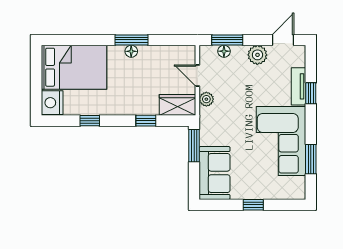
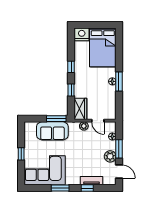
window: (227, 40) -> (119, 149), moved
door: (197, 75) -> (98, 121), swing flipped
window: (90, 121) -> (71, 67), moved
corner sofa: (281, 141) -> (45, 170), moved
window: (311, 159) -> (60, 188), moved
sofa: (215, 173) -> (52, 131), moved

